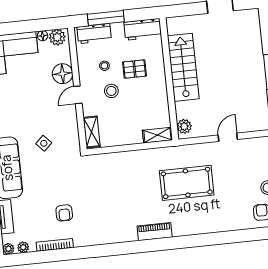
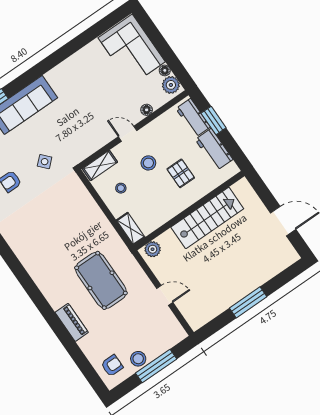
window: (106, 18) -> (214, 121), width x0.69
workbench: (143, 29) -> (214, 149), moved
stool: (104, 66) -> (121, 188), moved
floor lamp: (63, 74) -> (147, 110), width x0.53, depth x0.53
side table: (44, 143) -> (45, 162), moved
piano: (155, 232) -> (72, 322), moved

